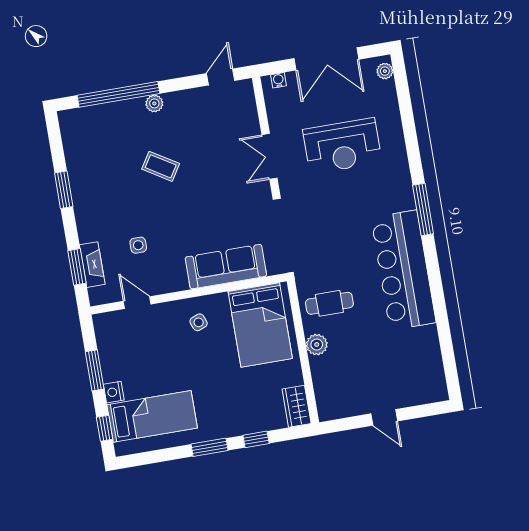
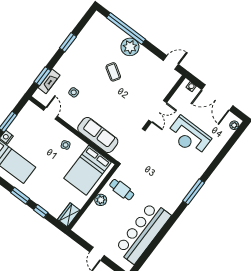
plant: (154, 103) -> (130, 47), width x1.87, depth x1.87
double door: (270, 156) -> (158, 111), swing flipped
bar counter: (403, 270) -> (143, 232), moved

